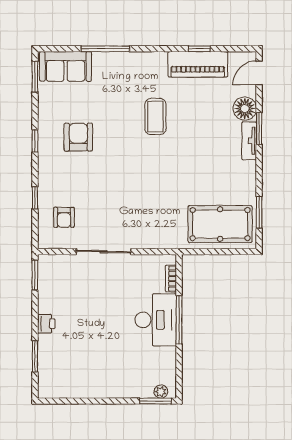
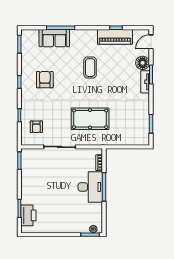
sofa: (66, 66) -> (54, 38), moved
pool table: (220, 224) -> (90, 119), moved
printer: (46, 324) -> (28, 215), moved, width x1.87, depth x1.48

